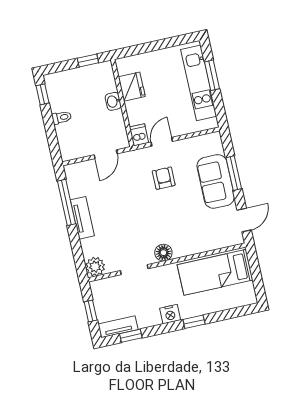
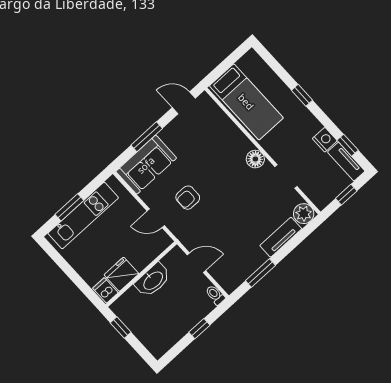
window: (43, 94) -> (199, 329), moved
washbasin: (113, 101) -> (153, 280), width x1.91, depth x1.45
toilet: (62, 117) -> (215, 295), moved
dishwasher: (139, 135) -> (105, 290), moved, turned 90
sofa: (216, 181) -> (146, 165), moved
window: (67, 202) -> (260, 273), width x0.69
tv unit: (82, 218) -> (281, 237), moved
nightstand: (170, 314) -> (325, 140), moved

